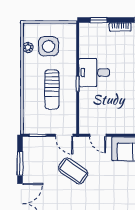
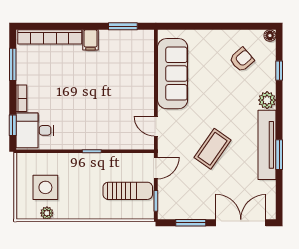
desk: (94, 73) -> (35, 130), moved, turned 90
sun lounger: (52, 89) -> (128, 191), moved
door: (98, 135) -> (156, 126), swing flipped
coffee table: (73, 171) -> (213, 149), moved

